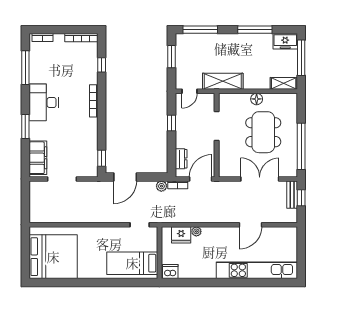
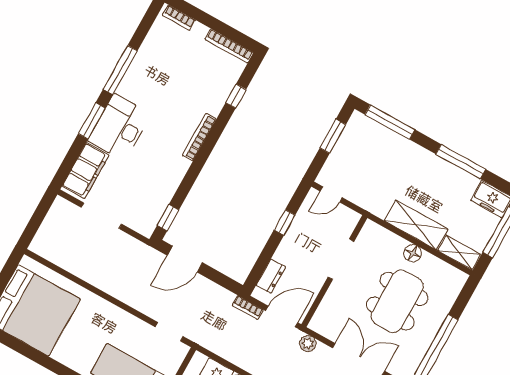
window: (25, 68) -> (120, 70), moved
shelving: (223, 81) -> (416, 225), moved
desk: (44, 102) -> (120, 127), moved
plant: (161, 186) -> (308, 343), moved

